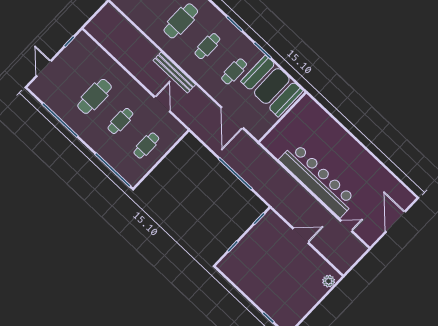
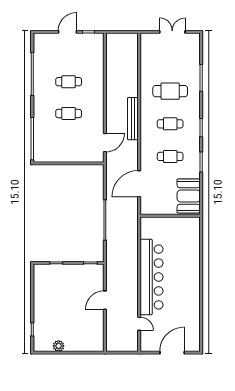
door: (44, 68) -> (67, 32), moved
booth: (272, 86) -> (189, 196), width x0.73, depth x0.70
cafe table: (95, 96) -> (69, 82), width x0.73, depth x0.74
door: (162, 104) -> (105, 143), moved
cafe table: (146, 146) -> (69, 145), removed
door: (301, 236) -> (105, 300), swing flipped
plant: (329, 281) -> (59, 346), moved

